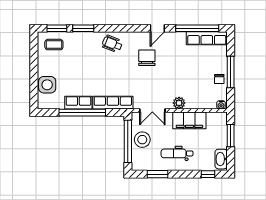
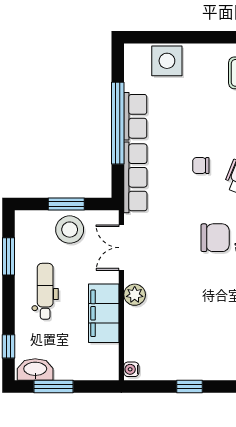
window: (231, 72) -> (190, 386), width x0.46
chair: (219, 79) -> (201, 166), moved
window: (231, 136) -> (54, 386), moved
window: (128, 141) -> (66, 204), width x0.47

